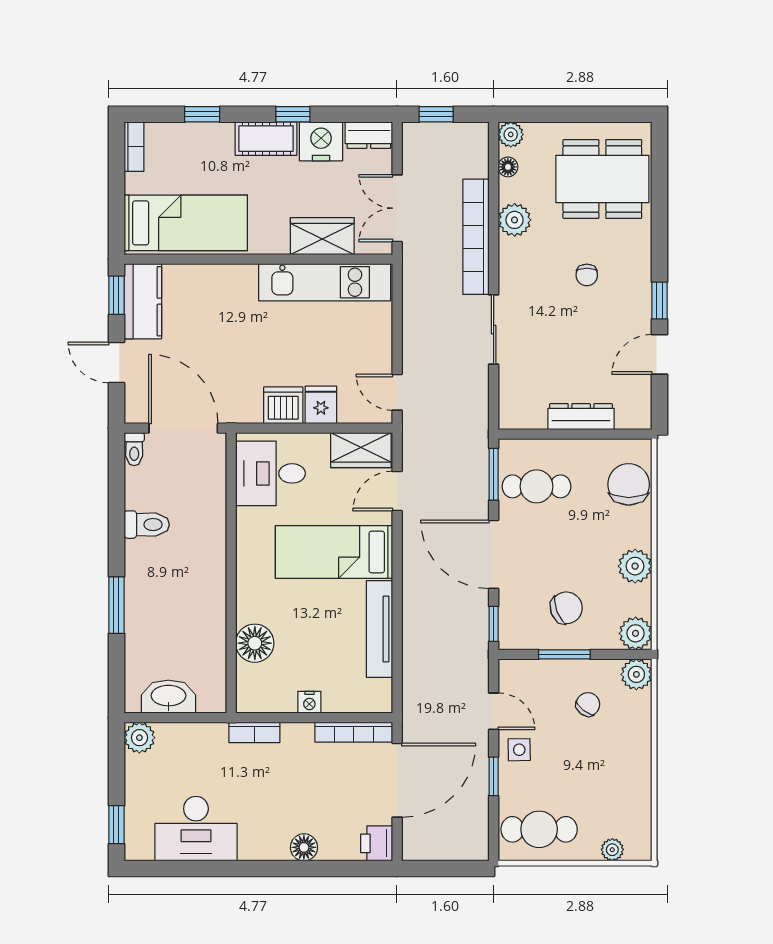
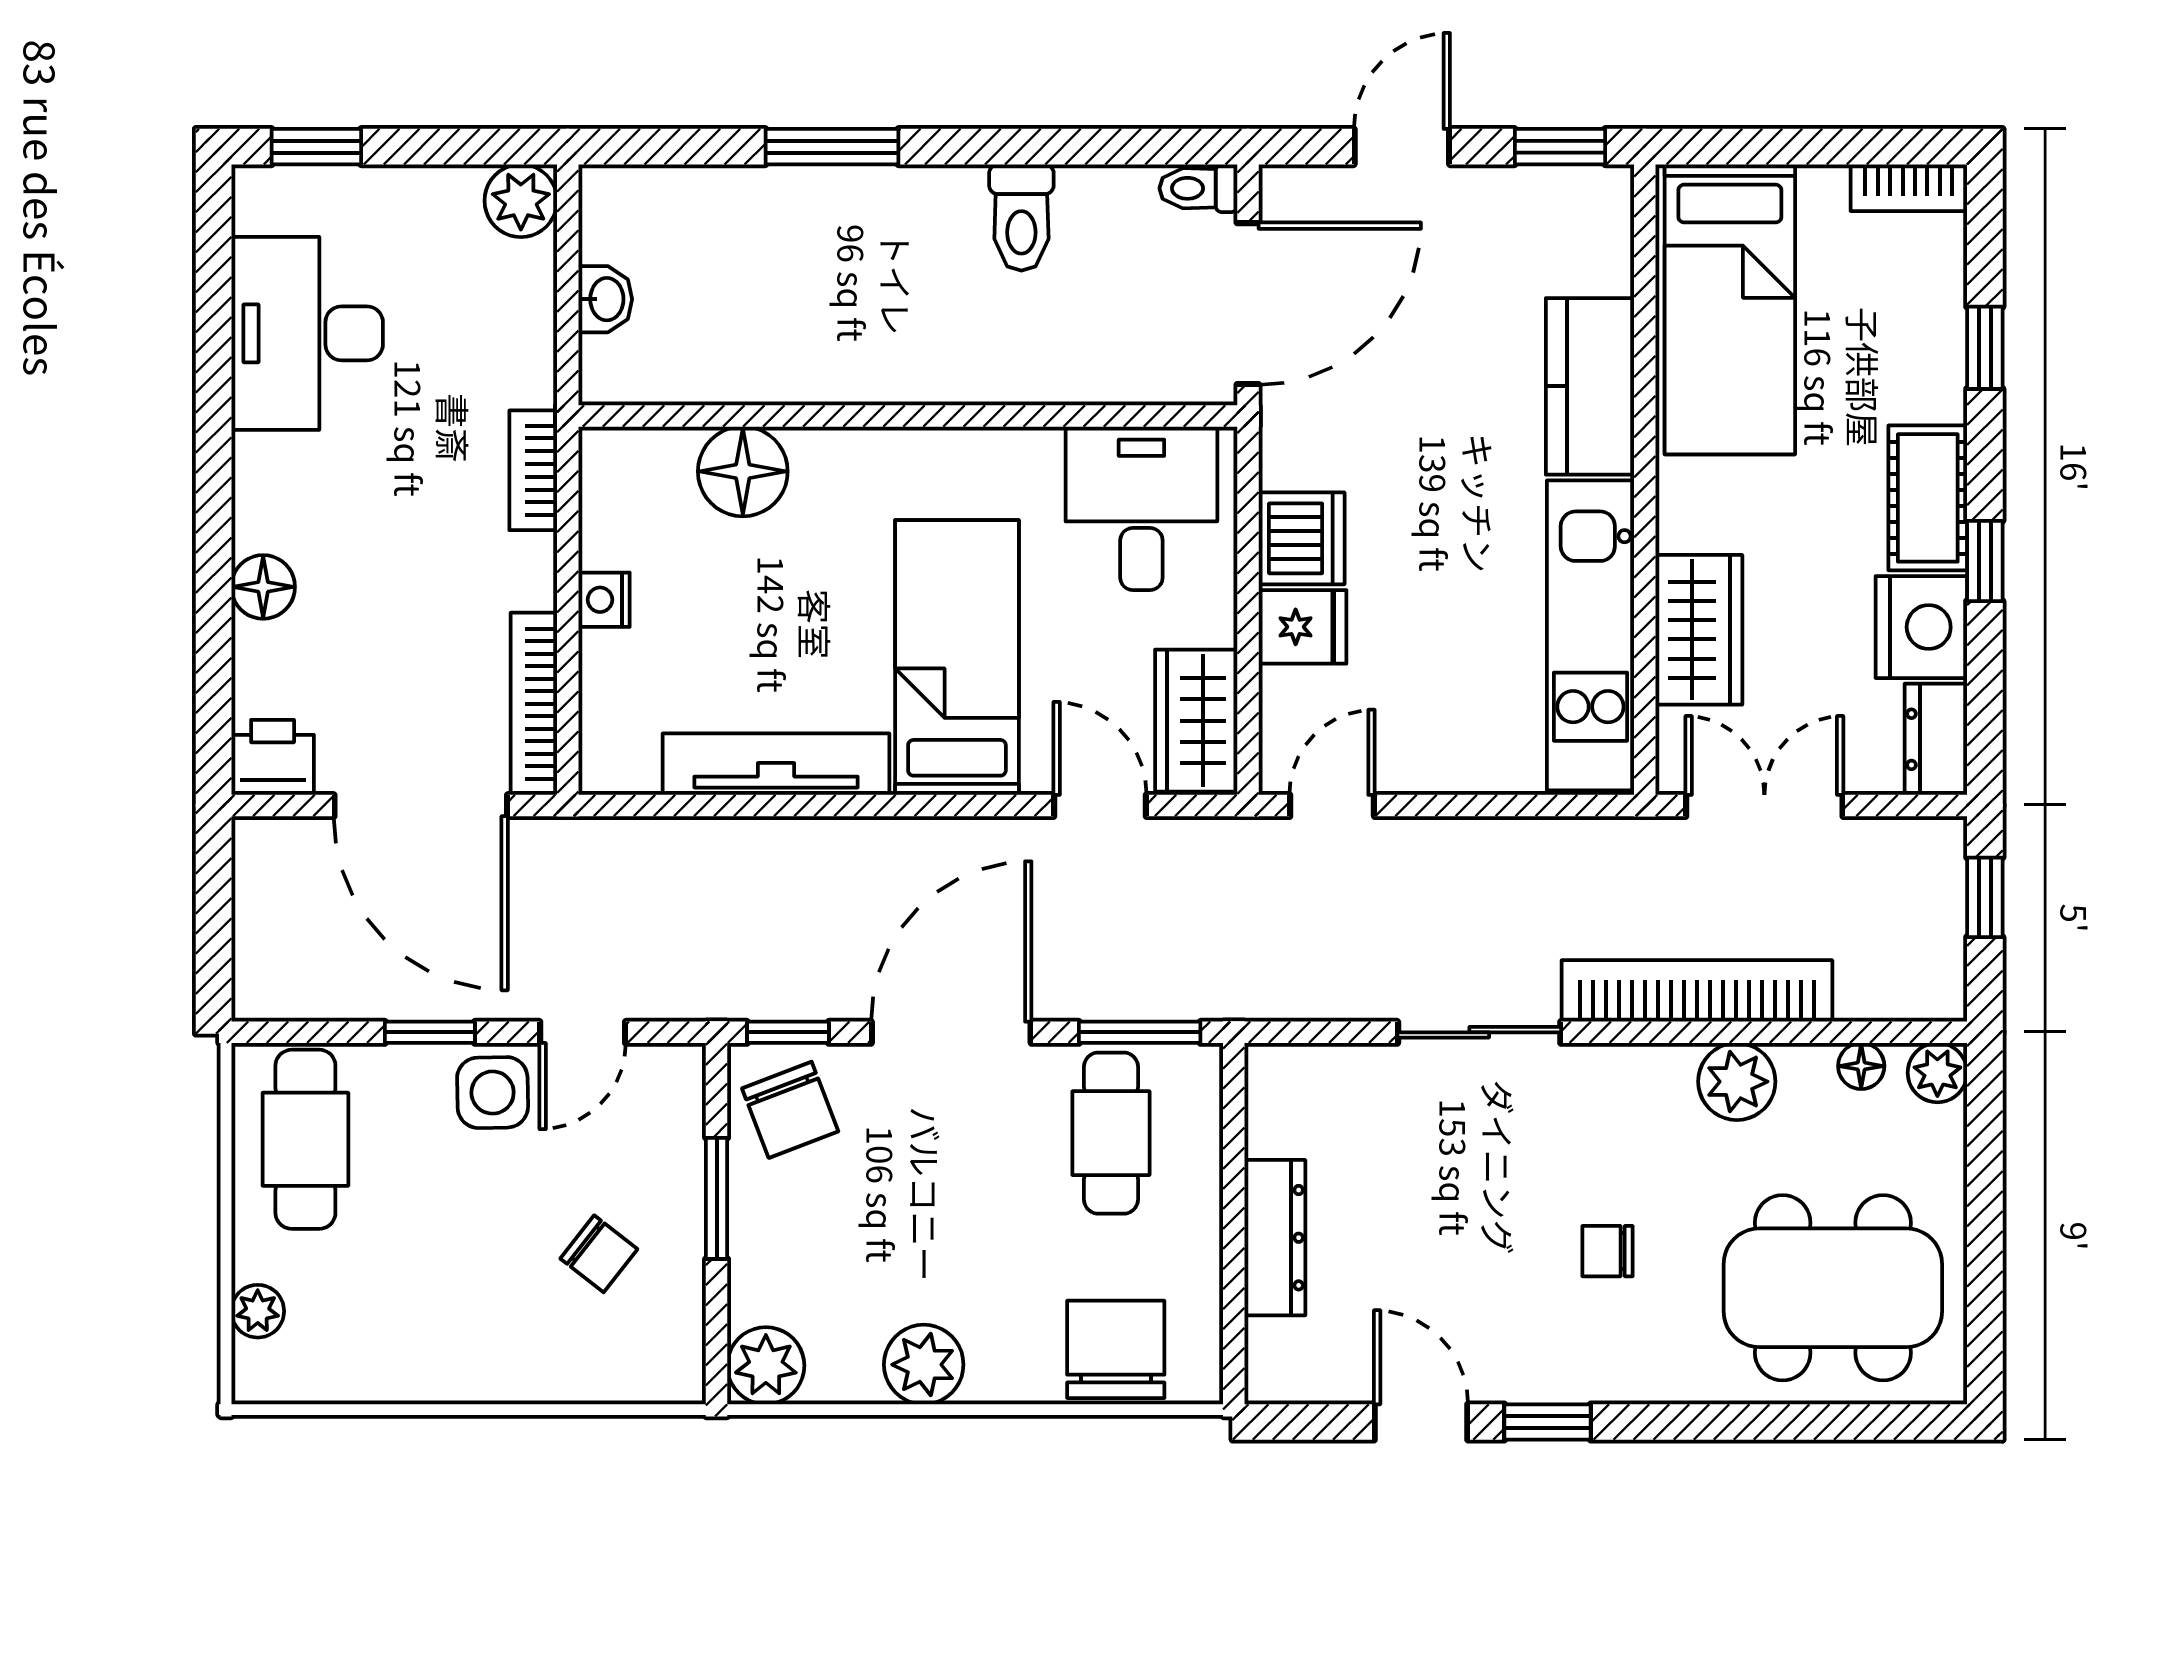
dining table: (602, 179) -> (1833, 1288), turned 90
kitchen counter: (143, 301) -> (1590, 386), moved, turned 90
chair: (629, 484) -> (1116, 1349), turned -90
chair: (566, 608) -> (790, 1110), moved
plant: (636, 674) -> (669, 1368), removed
washbasin: (168, 697) -> (605, 299), width x0.52, depth x0.69
side table: (519, 750) -> (493, 1093), width x1.37, depth x1.37

